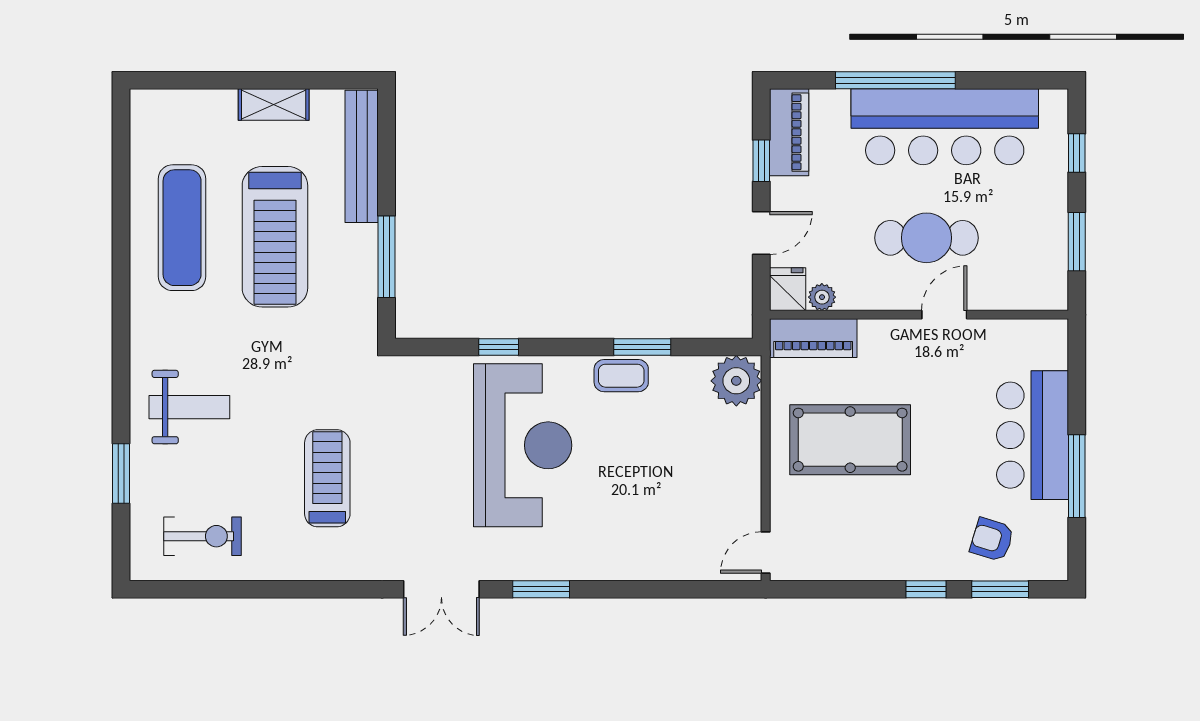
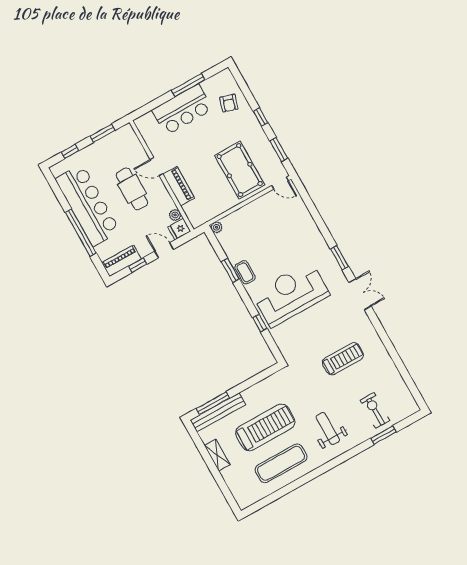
window: (386, 257) -> (213, 403), moved
piano: (813, 338) -> (179, 186), moved
plant: (736, 381) -> (217, 227), width x0.53, depth x0.53
weight bench: (189, 407) -> (328, 429), moved
pool table: (850, 440) -> (240, 170), moved
treadmill: (327, 478) -> (343, 359), turned 180
exercise bike: (202, 536) -> (375, 410), moved
window: (1000, 589) -> (279, 150), moved

